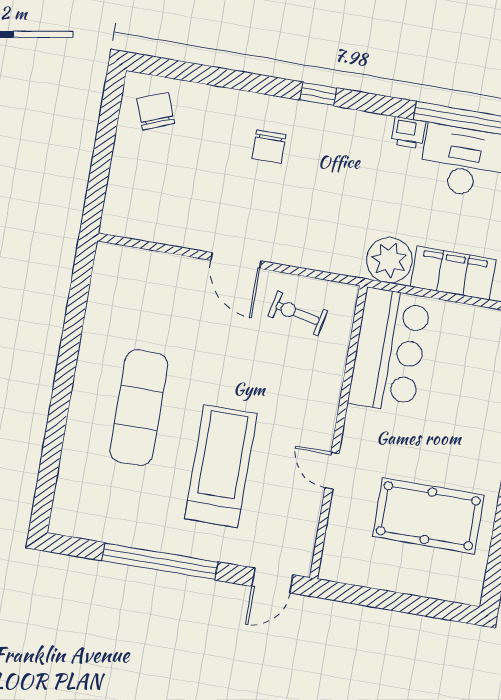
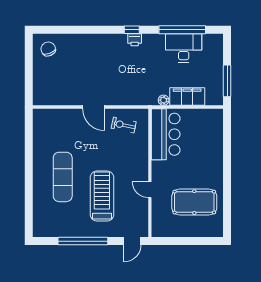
window: (318, 94) -> (132, 30), moved
printer: (408, 133) -> (135, 40), moved
chair: (269, 147) -> (99, 56), removed
plant: (389, 260) -> (164, 100), width x0.53, depth x0.53

